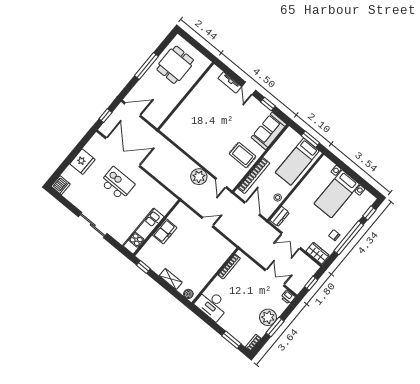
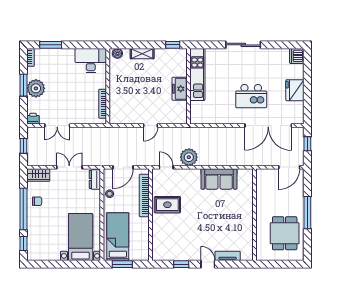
sofa: (269, 131) -> (219, 179), moved, turned 90
bed with nightstands: (337, 194) -> (81, 237), moved
door: (252, 209) -> (123, 167), hinge flipped

